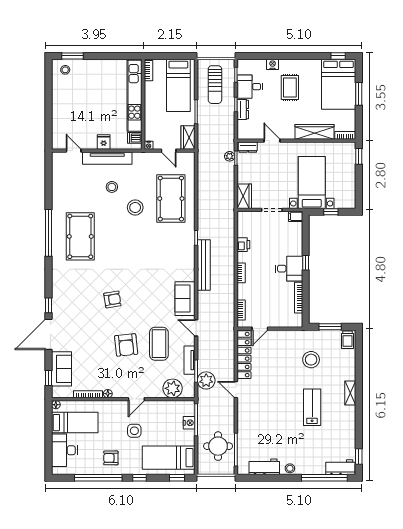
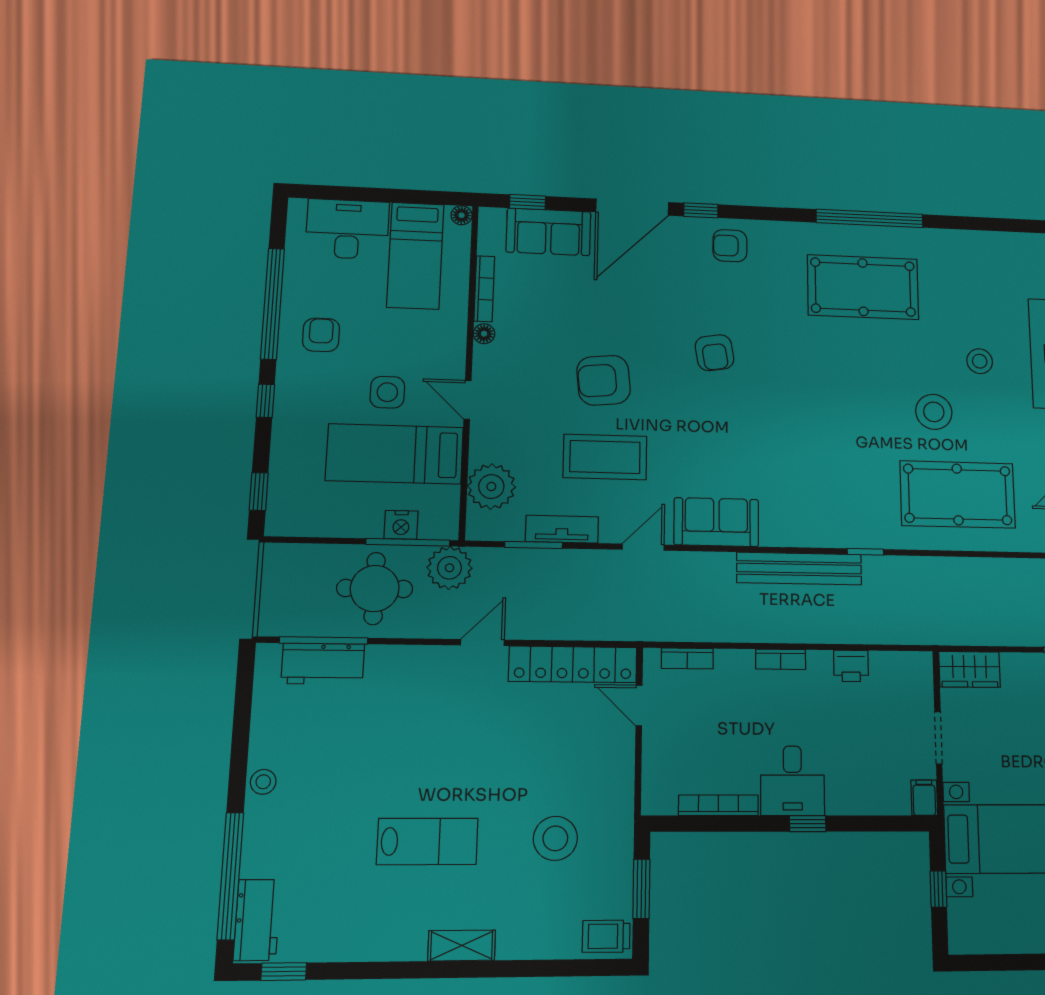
armchair: (64, 293) -> (730, 246), added
door: (48, 334) -> (632, 207), swing flipped
plant: (206, 380) -> (449, 568), moved
round table: (218, 446) -> (375, 588), moved
bed: (169, 458) -> (395, 454), moved, turned -90
workbench: (264, 467) -> (323, 664), moved, turned 90

